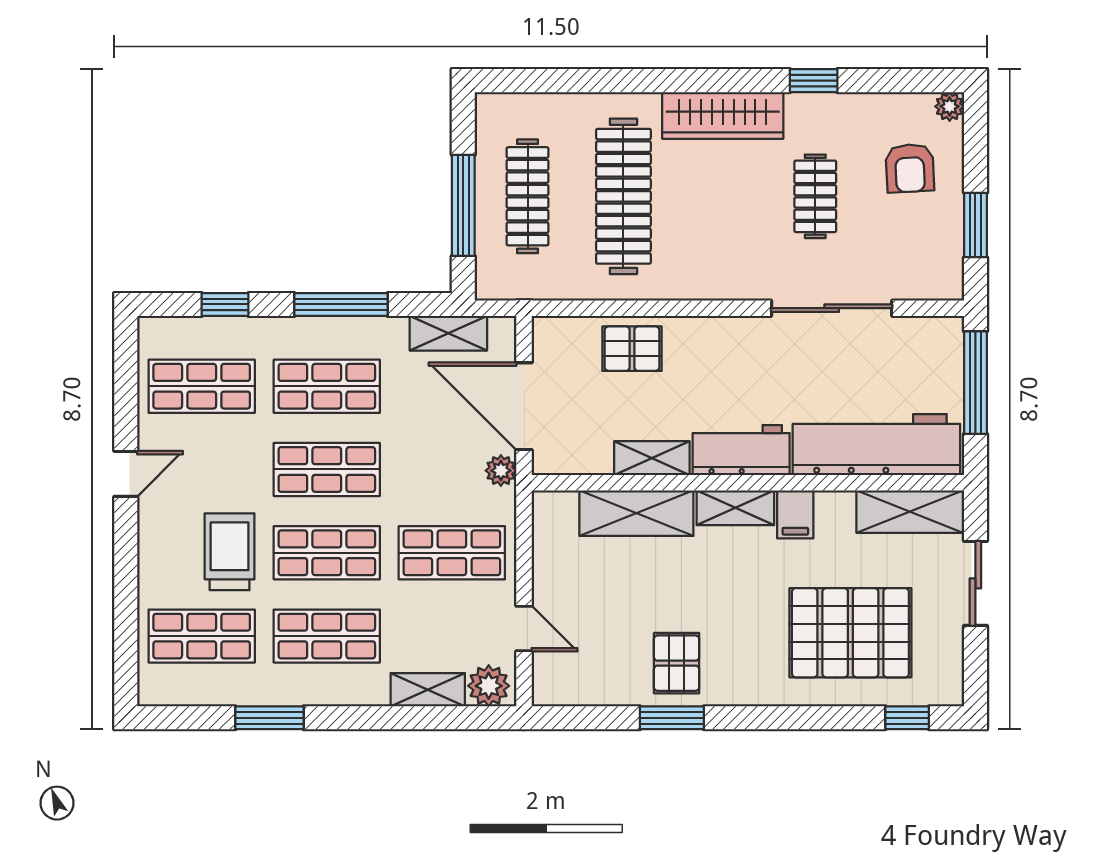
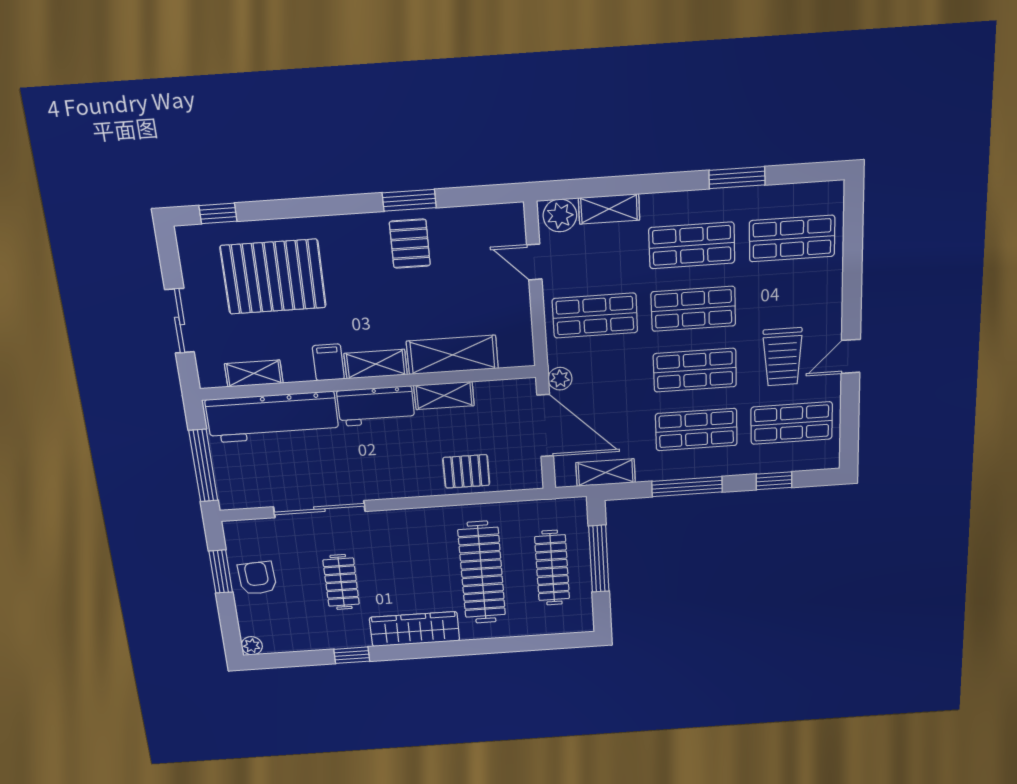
armchair: (910, 168) -> (257, 578), moved
shelving: (910, 512) -> (254, 373), width x0.67, depth x0.75
trolley: (230, 552) -> (783, 357), moved

